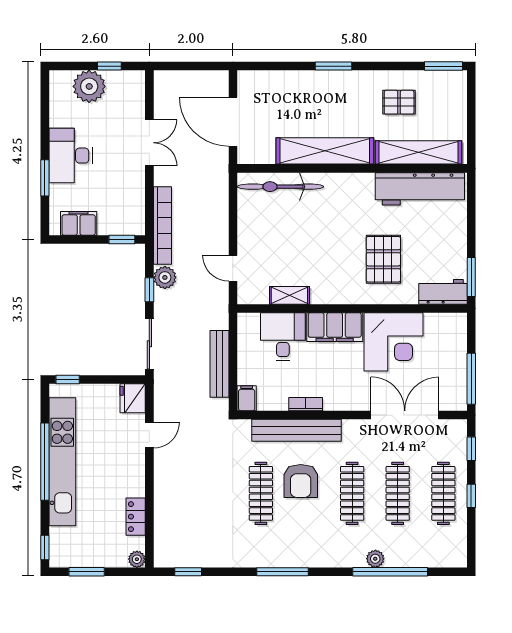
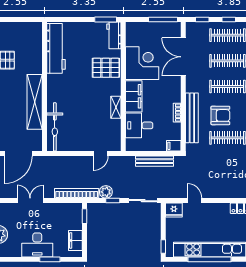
shelving: (419, 152) -> (36, 49), removed
pallet: (383, 259) -> (106, 68), moved
shelving: (289, 295) -> (116, 107), moved

